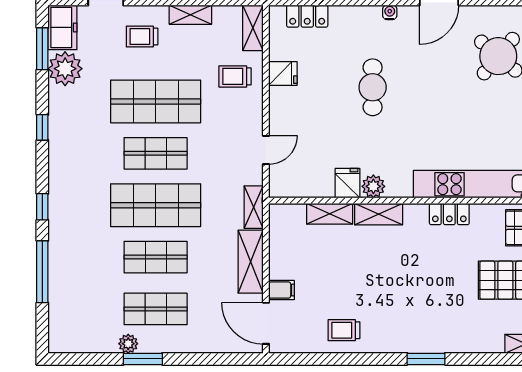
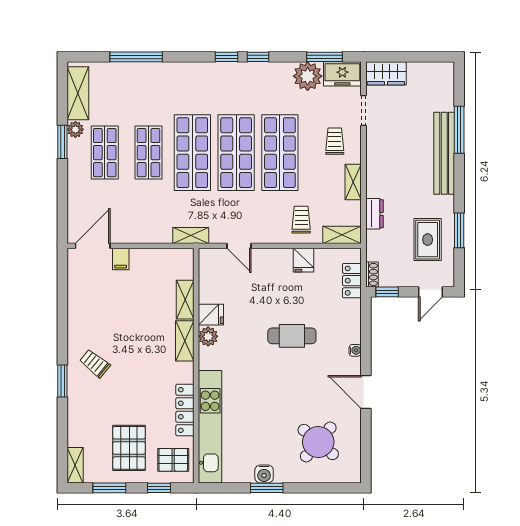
shop shelf: (156, 153) -> (236, 153), width x1.43, depth x1.36
window: (42, 207) -> (227, 57), moved
locker: (449, 214) -> (185, 410), width x1.53
shelving: (251, 262) -> (78, 93), moved, turned 90
trolley: (344, 330) -> (95, 363), moved, turned -51

